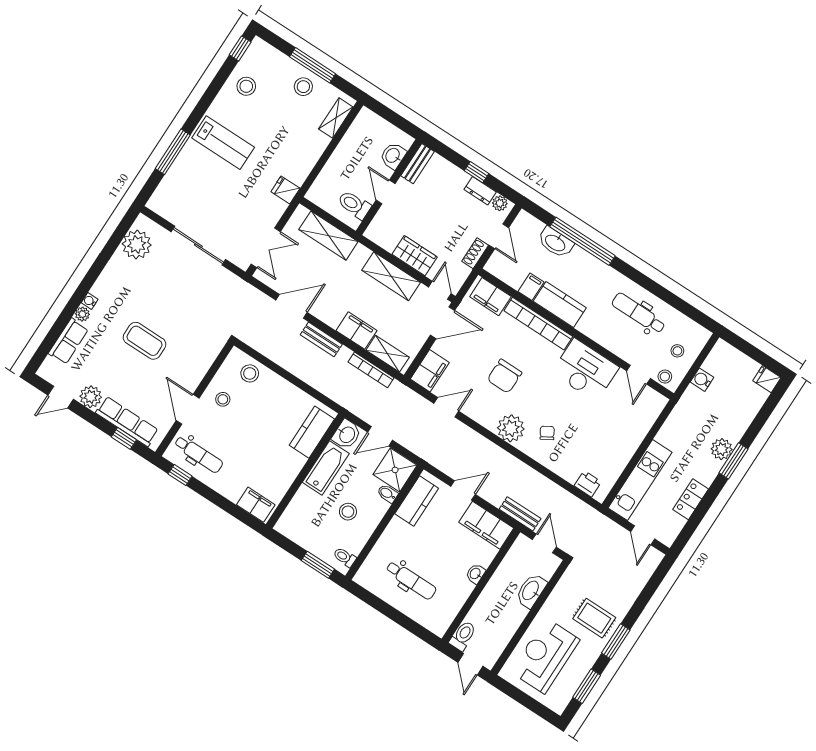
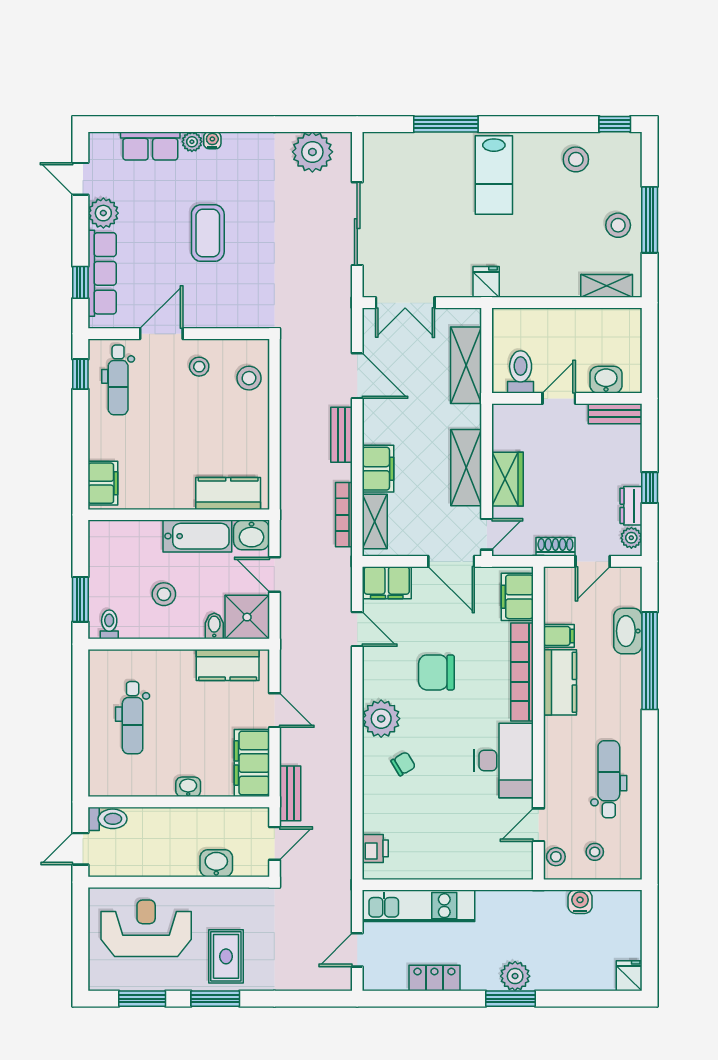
washbasin: (531, 591) -> (216, 863), width x0.72

